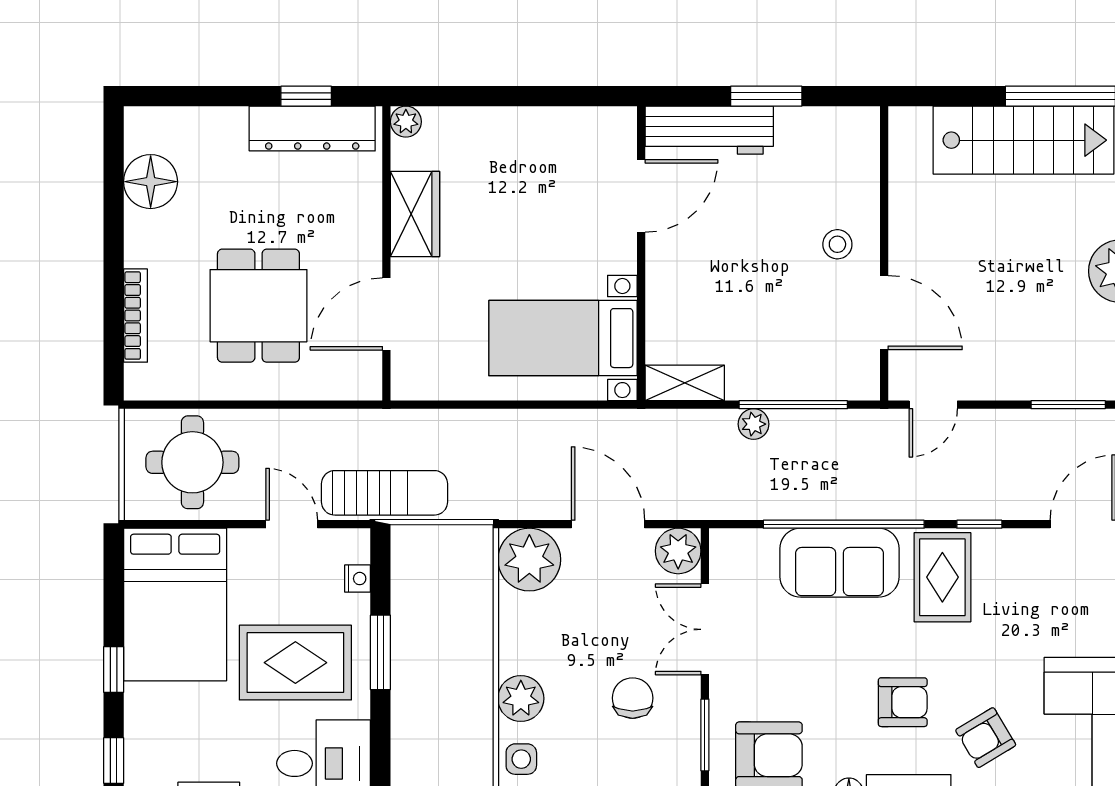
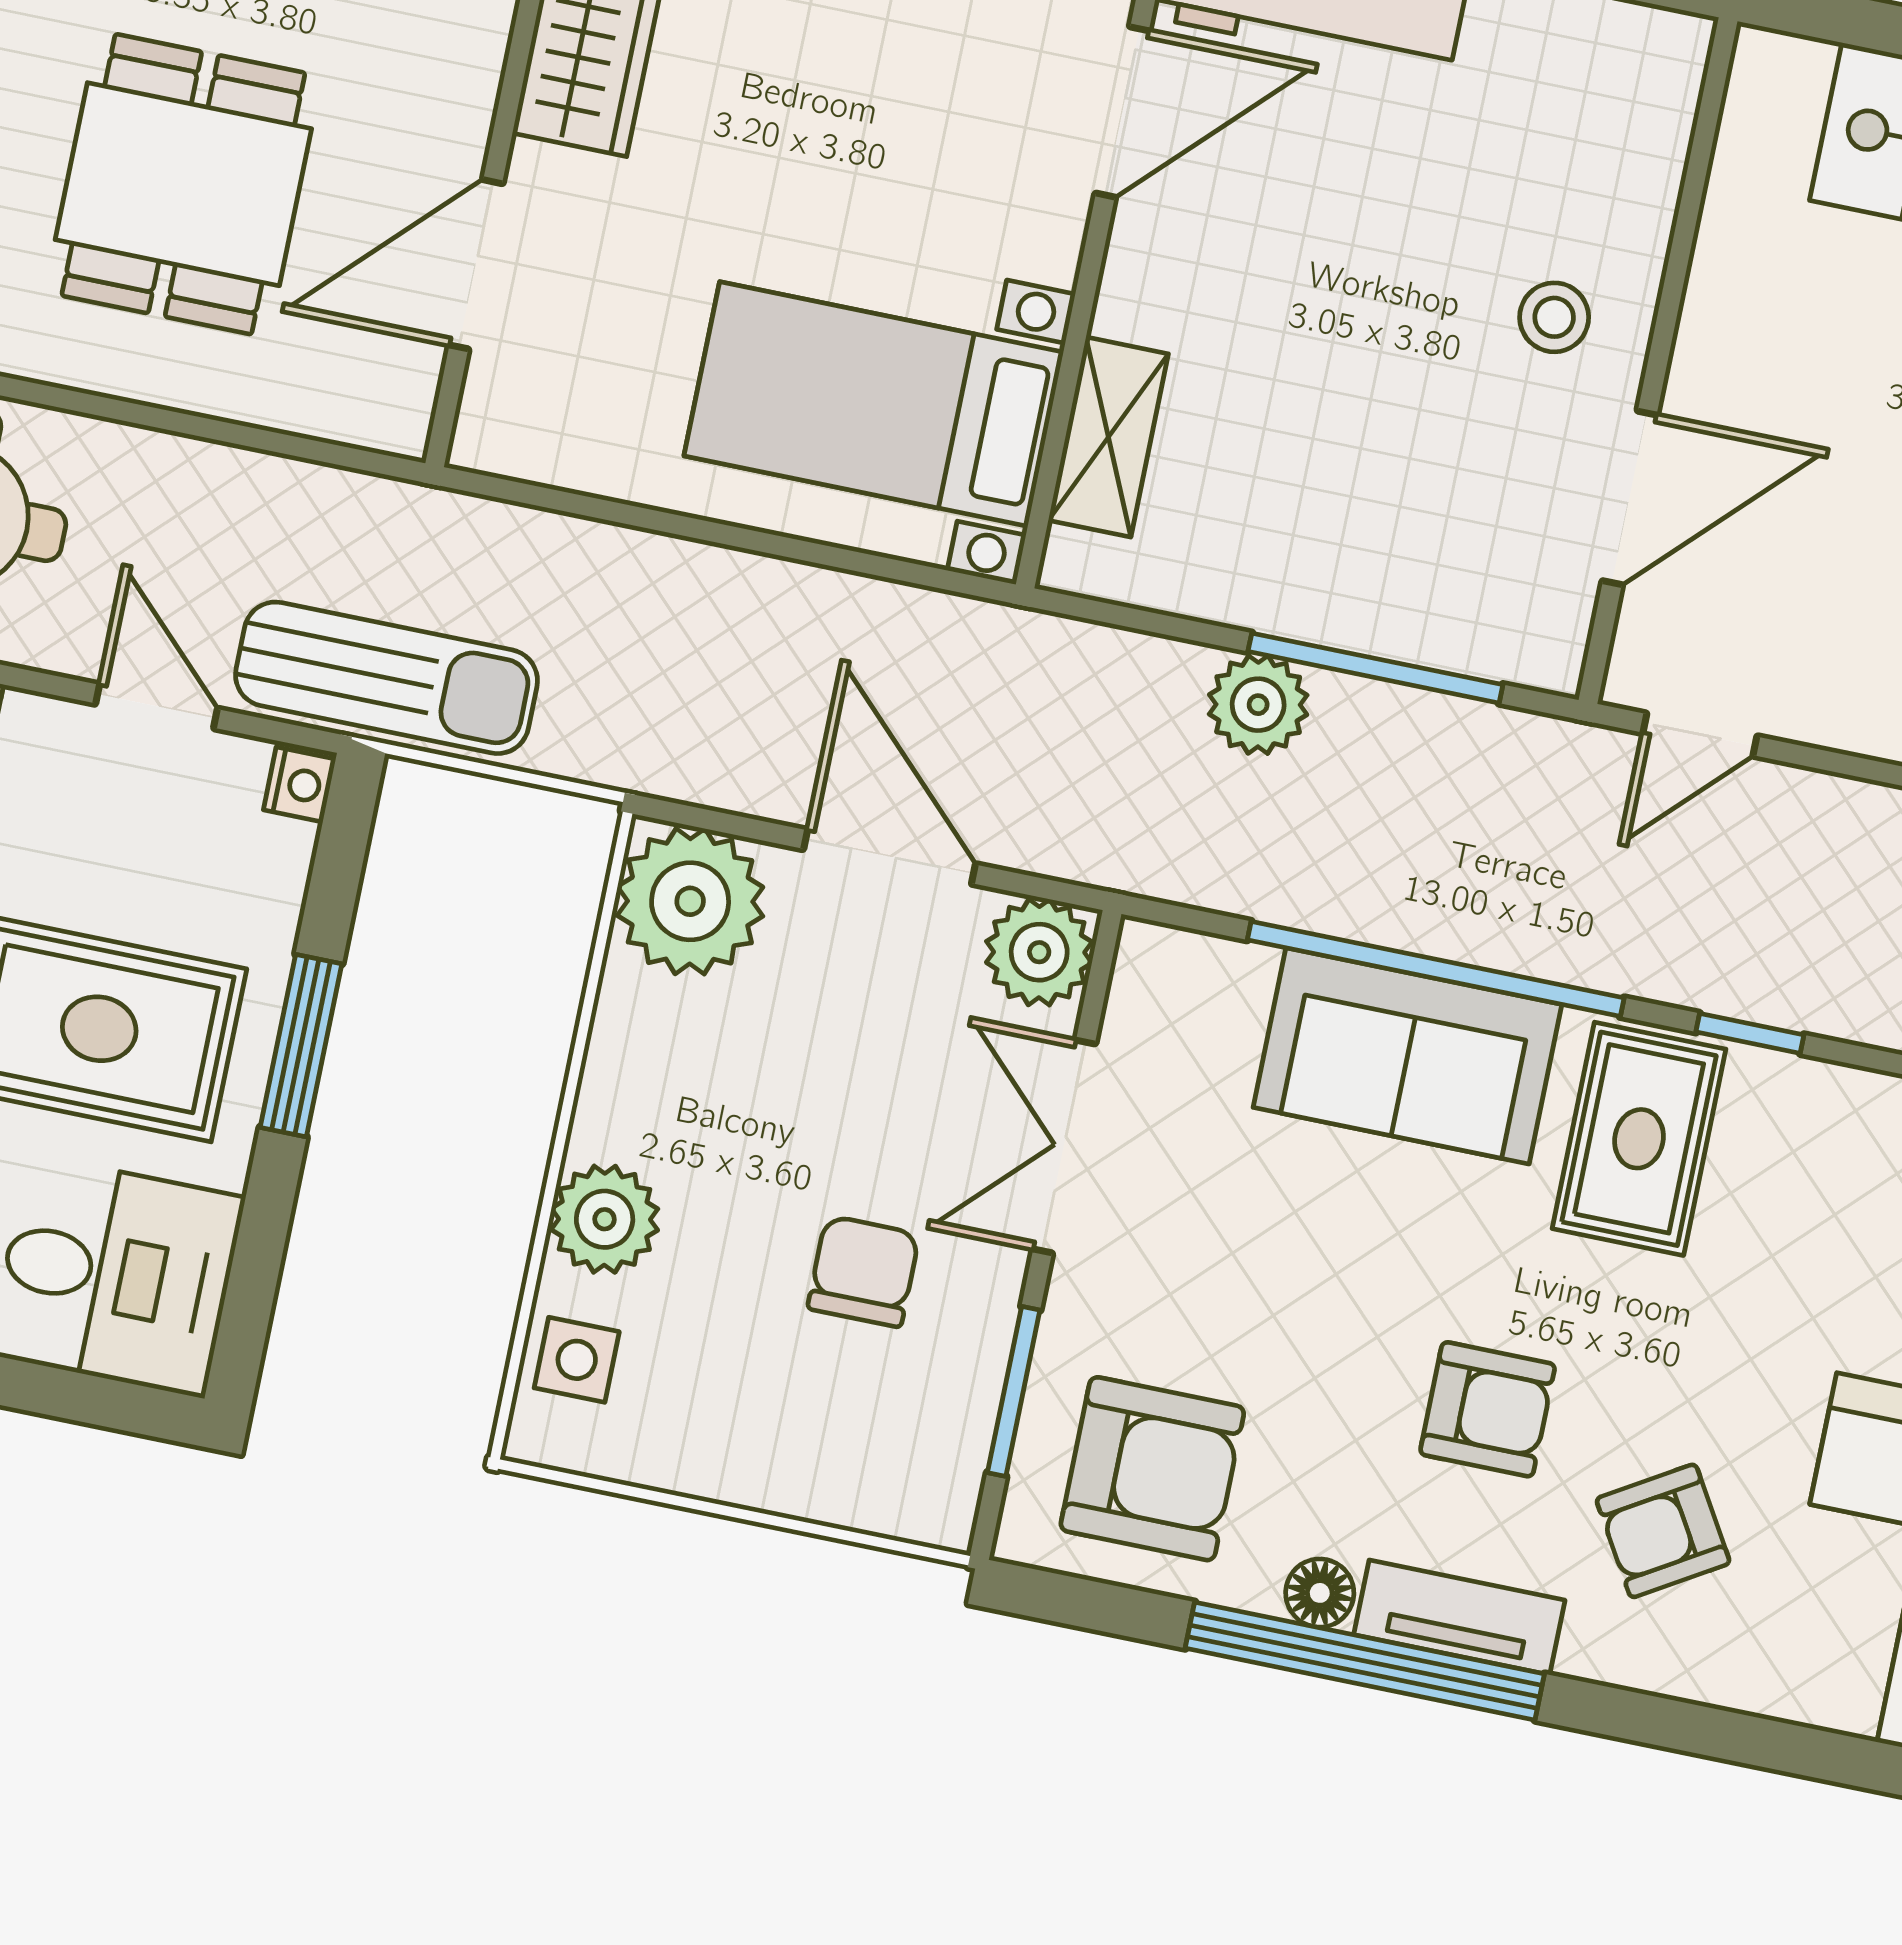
door: (884, 313) -> (1630, 498), hinge flipped
shelving: (685, 383) -> (1108, 437), moved, turned 90
plant: (754, 424) -> (1258, 705), width x1.38, depth x1.38
nightstand: (358, 579) -> (300, 784), moved

